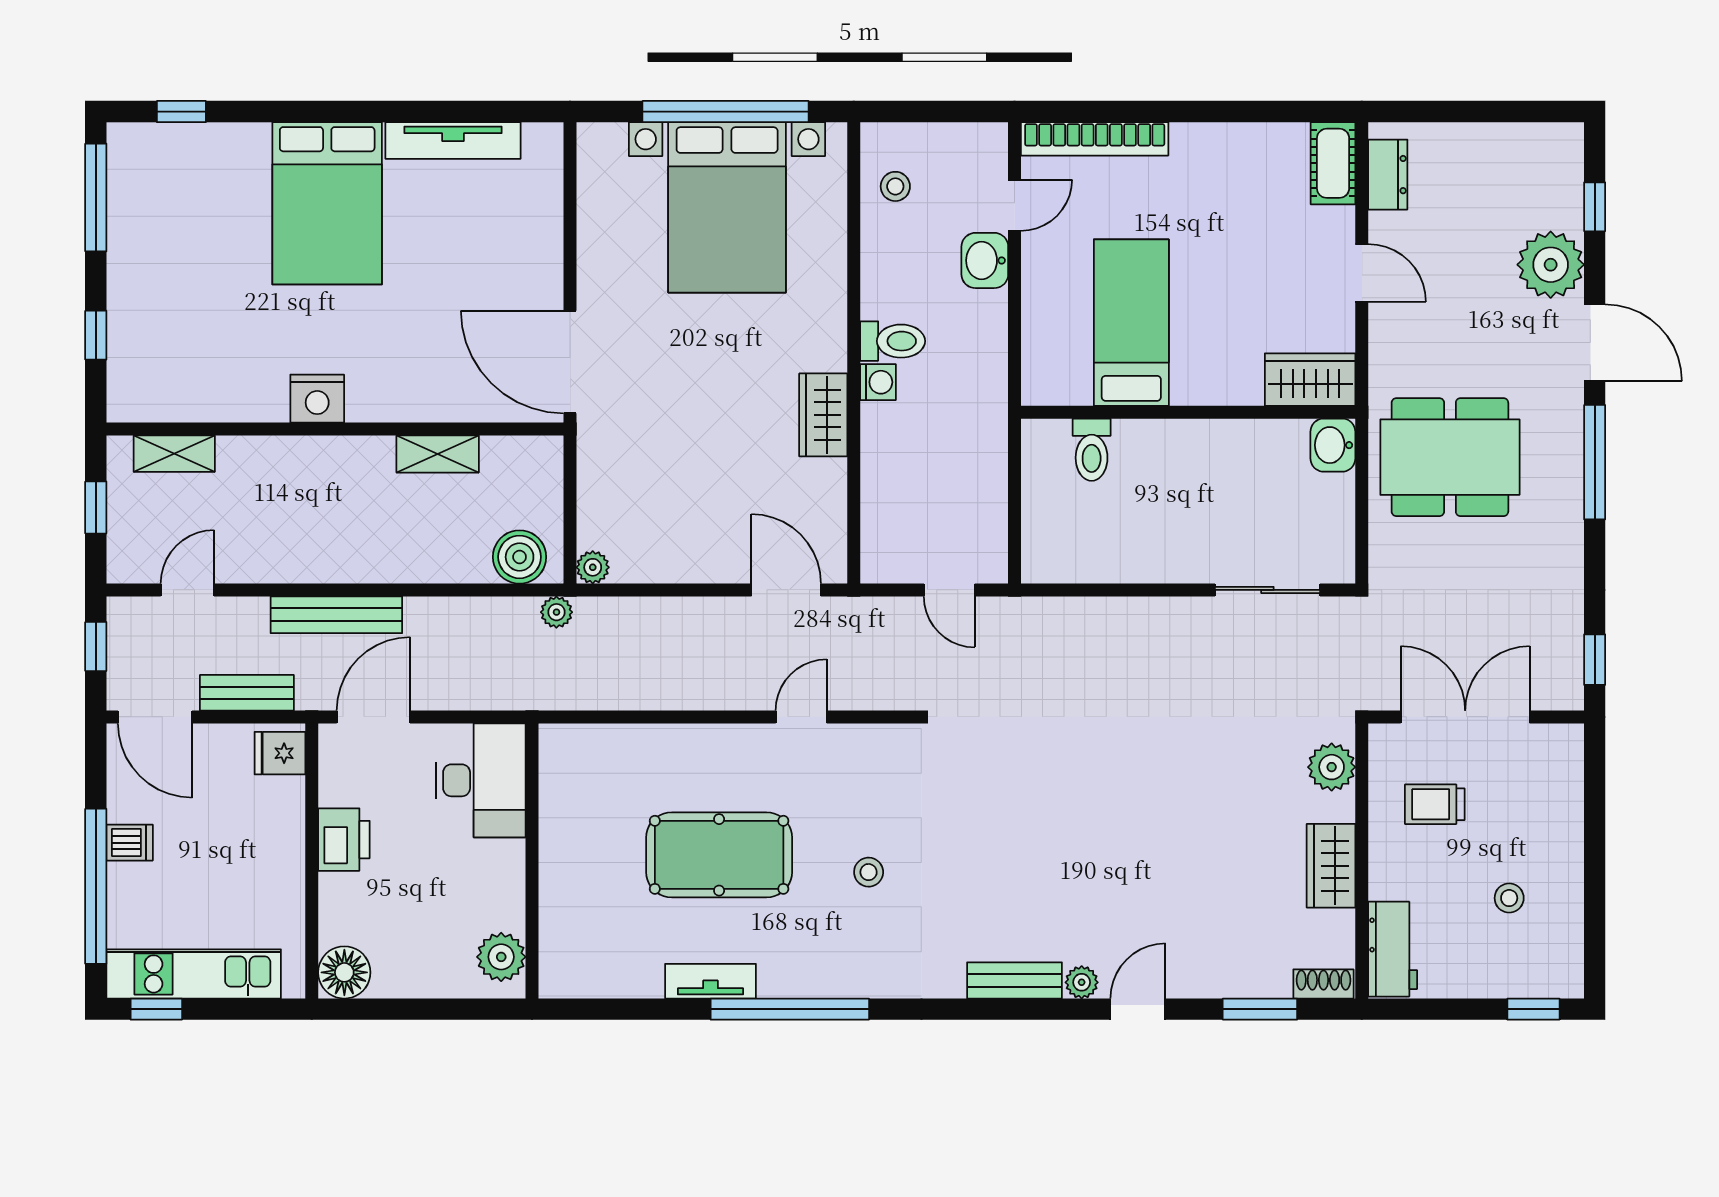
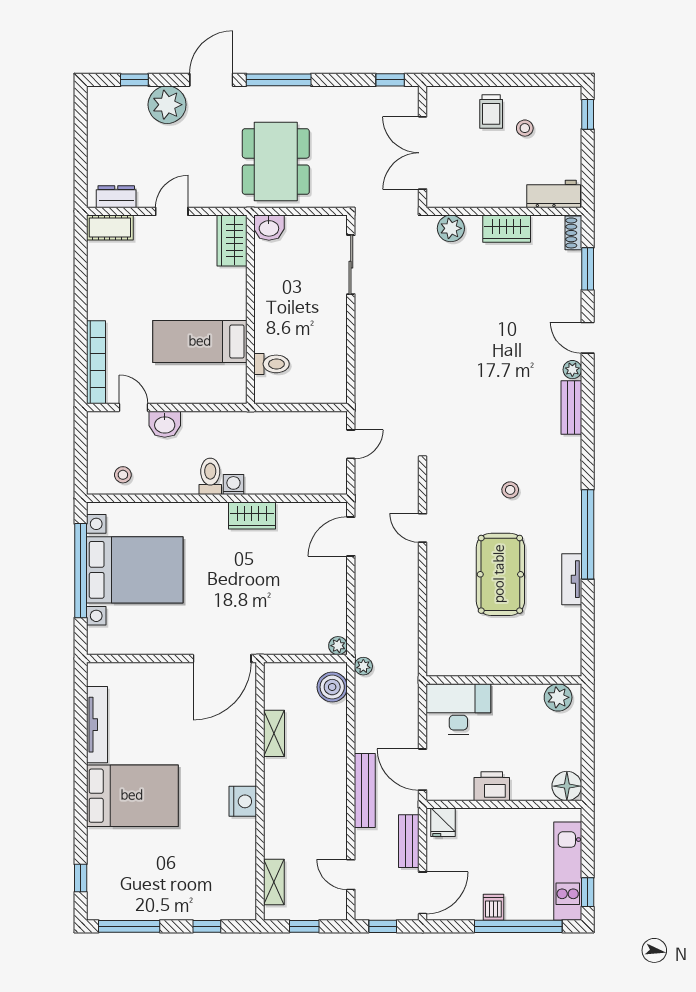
trolley: (1435, 804) -> (491, 112), moved

